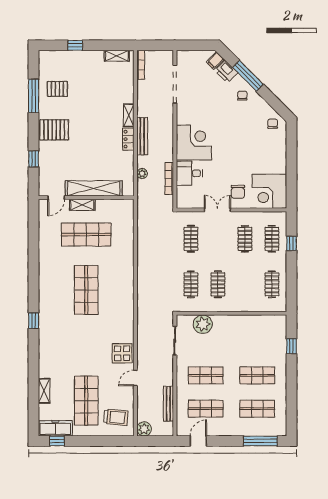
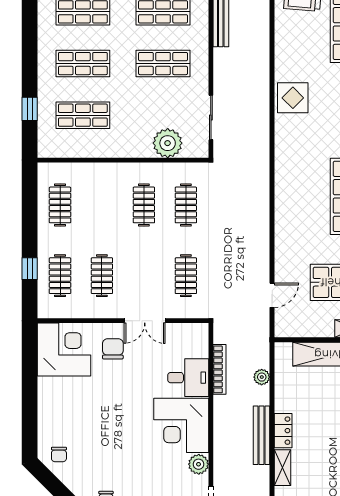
plant: (183, 117) -> (199, 464), added
shop shelf: (257, 342) -> (83, 115), added
door: (135, 378) -> (272, 295), moved

